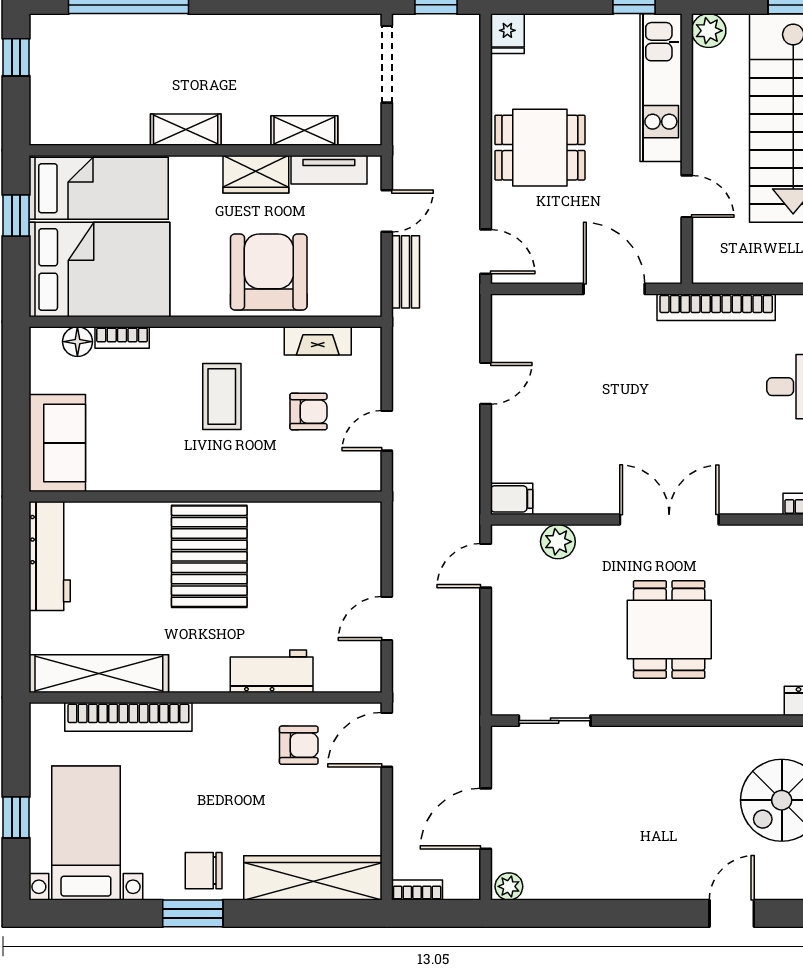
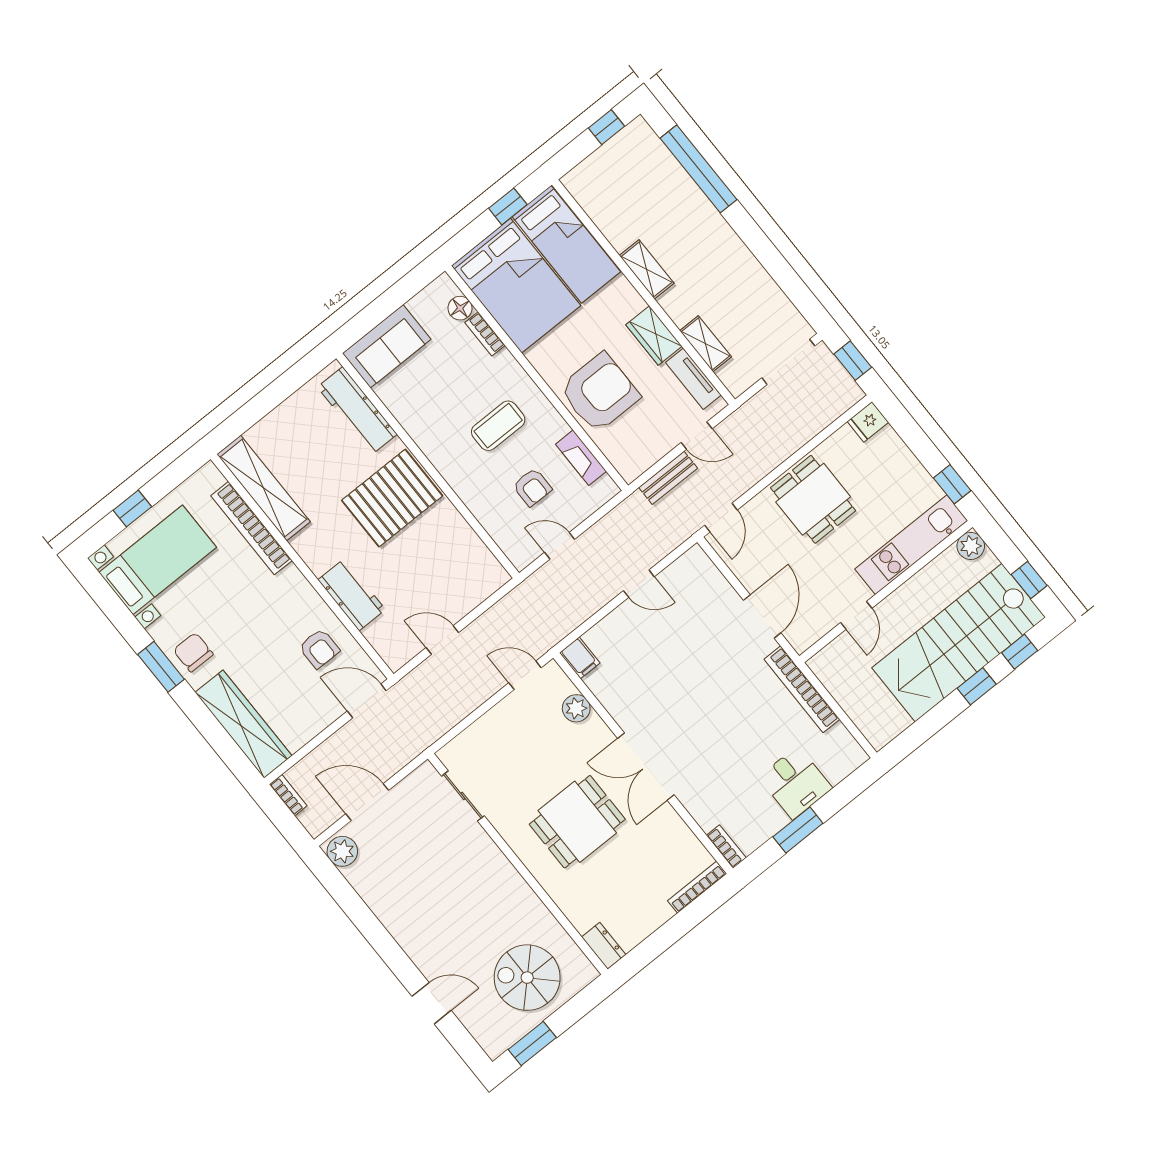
double door: (669, 520) -> (646, 767), swing flipped
workbench: (50, 556) -> (357, 411), moved, turned 90
plant: (509, 886) -> (342, 851), width x1.38, depth x1.38

